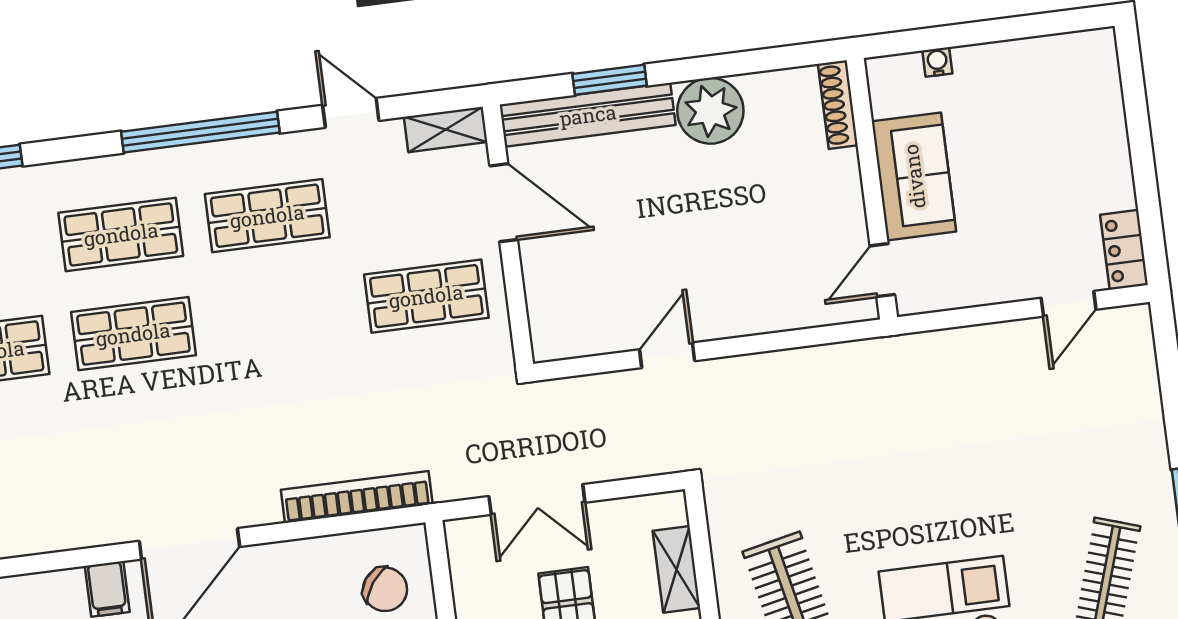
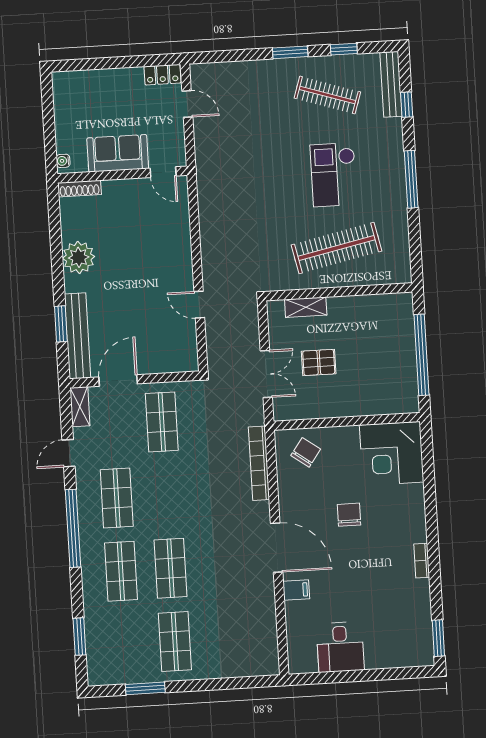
shoe rack: (838, 105) -> (79, 189), moved
plant: (710, 111) -> (79, 257), moved
sofa: (914, 176) -> (118, 153), moved
wall: (872, 189) -> (122, 175), moved
door: (882, 270) -> (163, 172), moved

